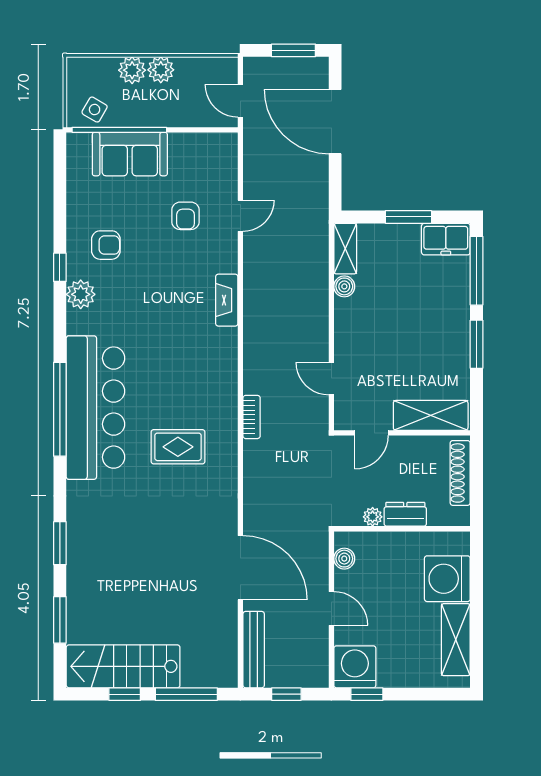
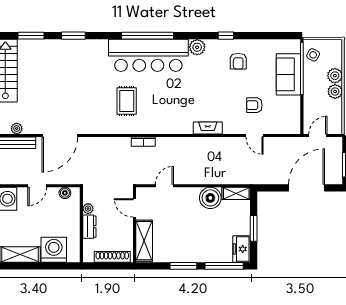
boiler: (344, 286) -> (210, 198), width x1.86, depth x1.86
plant: (81, 294) -> (197, 47), moved
plant: (228, 646) -> (17, 129), added

